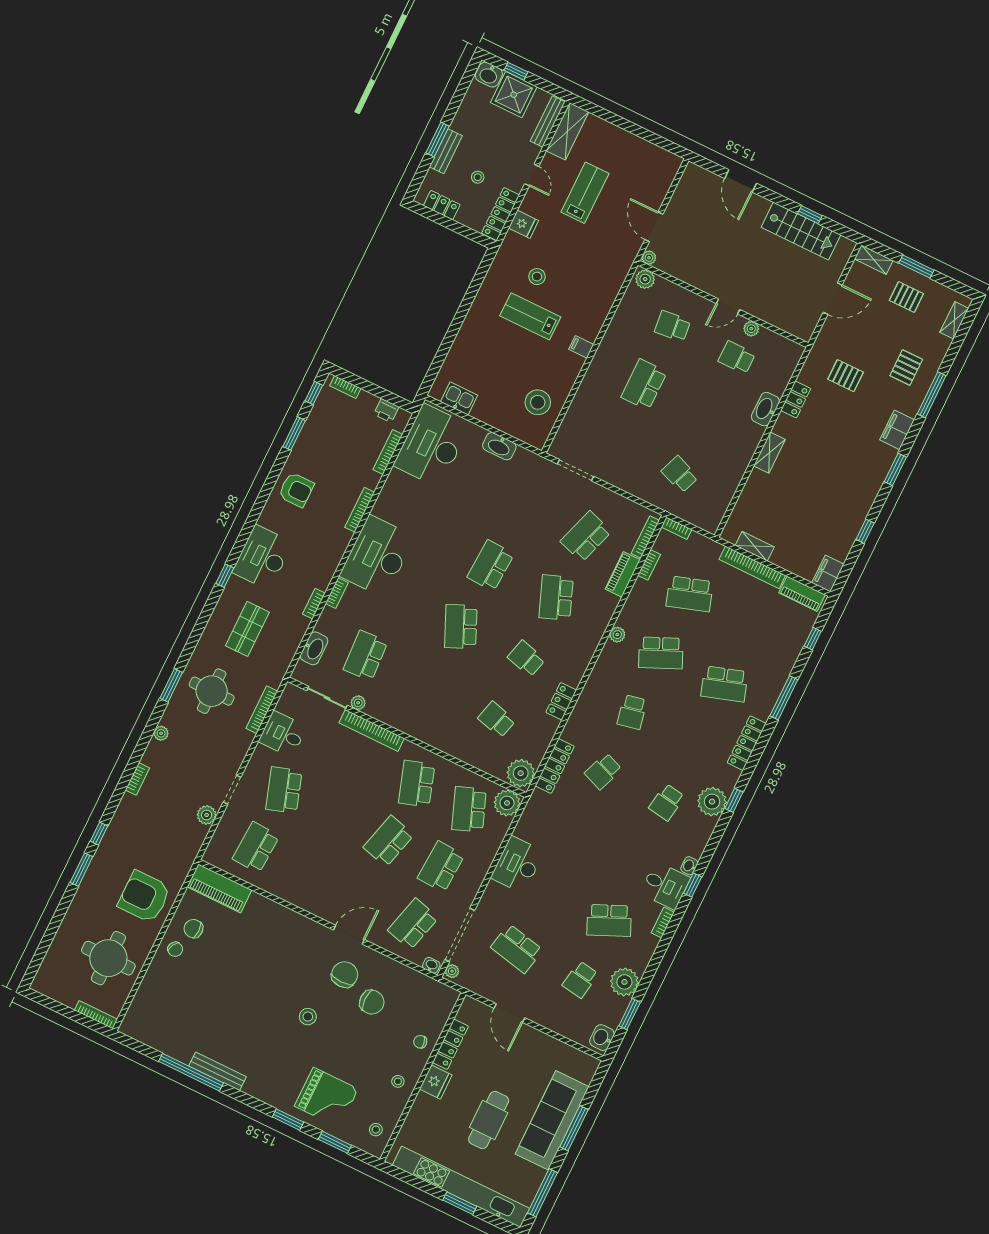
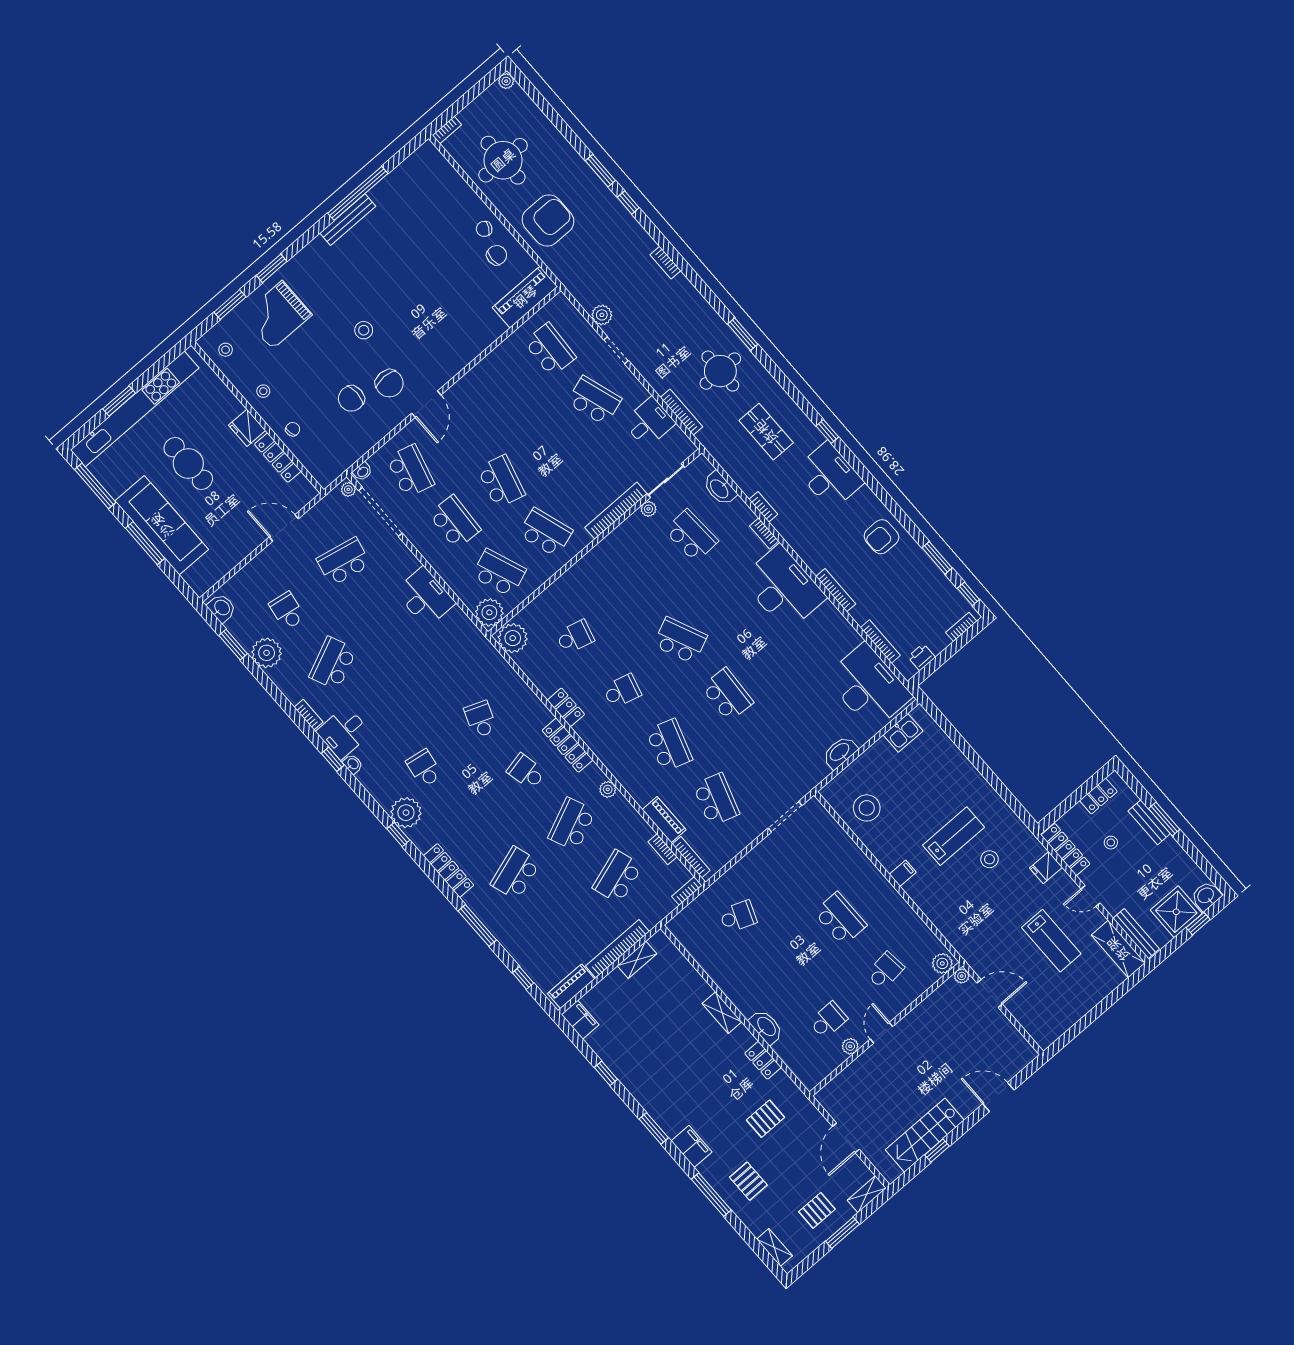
school desk: (556, 598) -> (669, 745), turned 39
plant: (161, 733) -> (506, 81), moved
locker: (555, 766) -> (567, 745), moved
bookcase: (96, 1015) -> (447, 130), width x0.64

